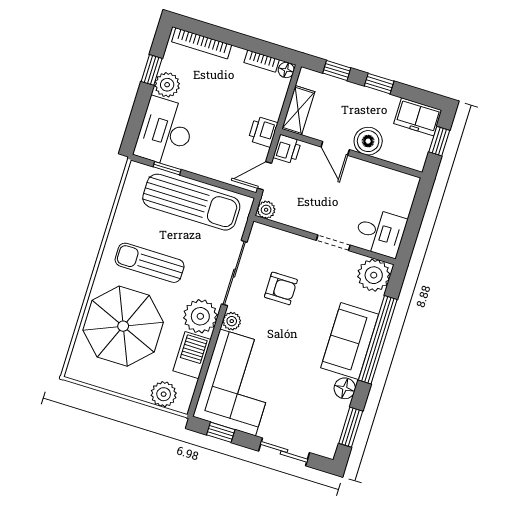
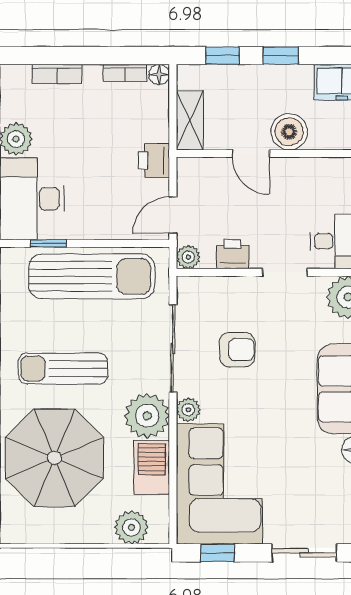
bookcase: (202, 43) -> (57, 74), width x0.64
printer: (287, 149) -> (233, 254), moved, turned -90

